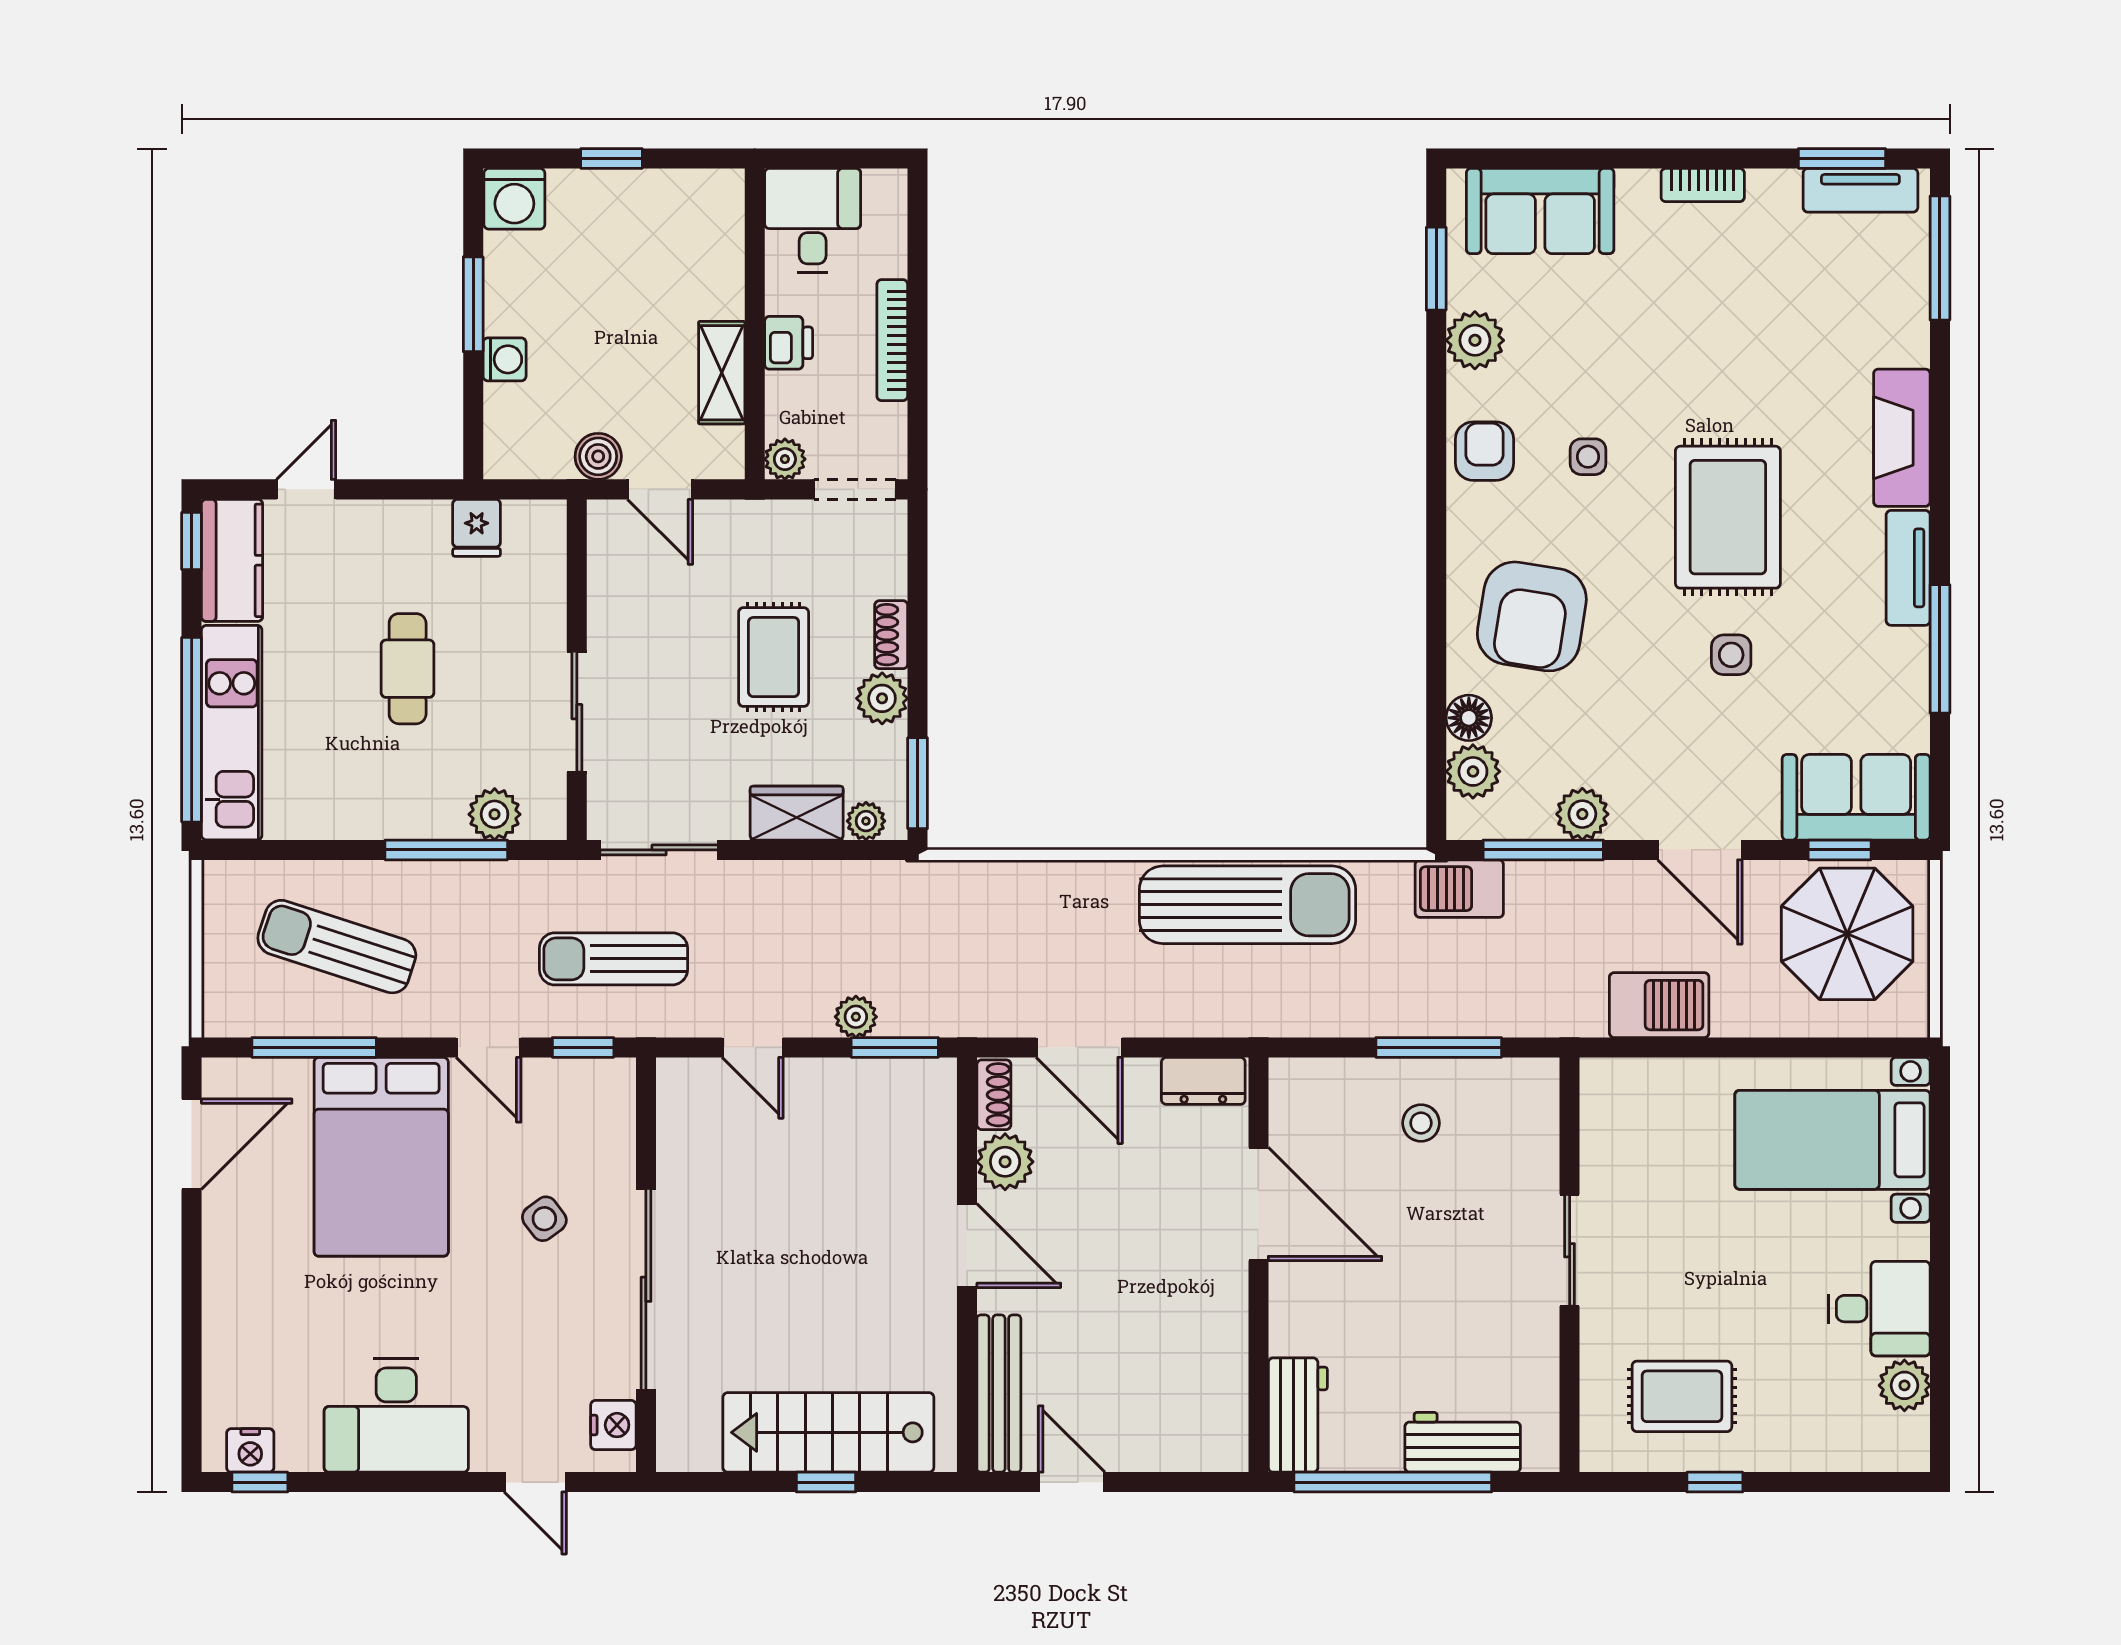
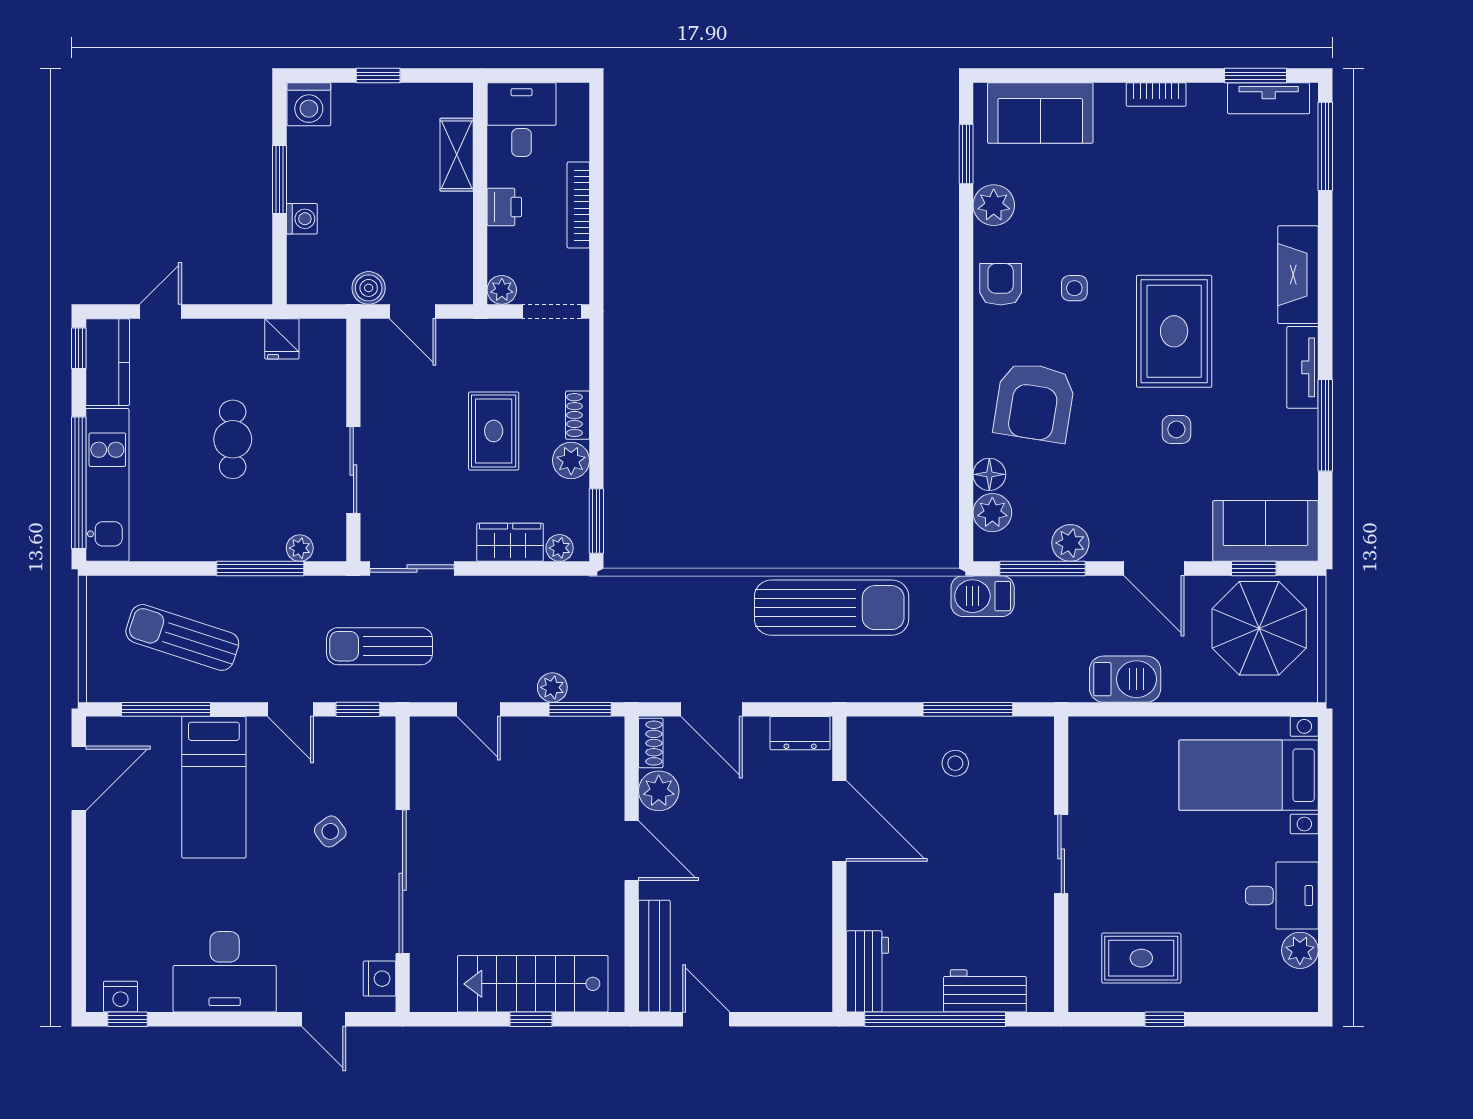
shelving: (722, 373) -> (457, 155), moved
plant: (495, 814) -> (300, 548), width x0.73, depth x0.73
bed: (381, 1157) -> (214, 787), width x0.67

